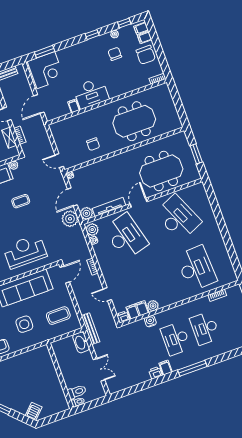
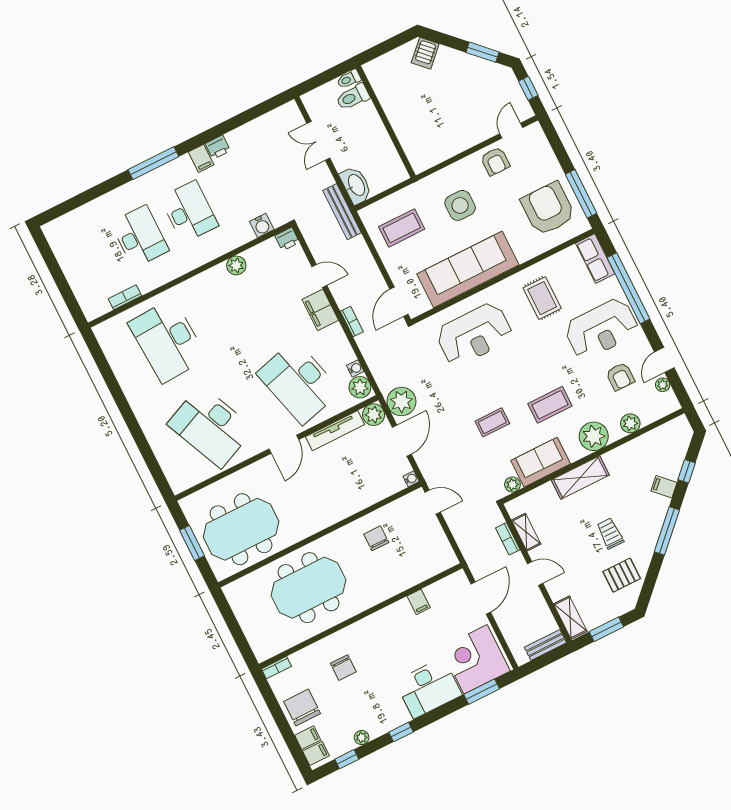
chair: (115, 54) -> (343, 668), moved
desk: (91, 93) -> (428, 688), moved, turned 180
meeting table: (161, 171) -> (241, 529), moved
filing cabinet: (137, 310) -> (320, 310), moved, turned 90
water cooler: (150, 321) -> (262, 225), moved

